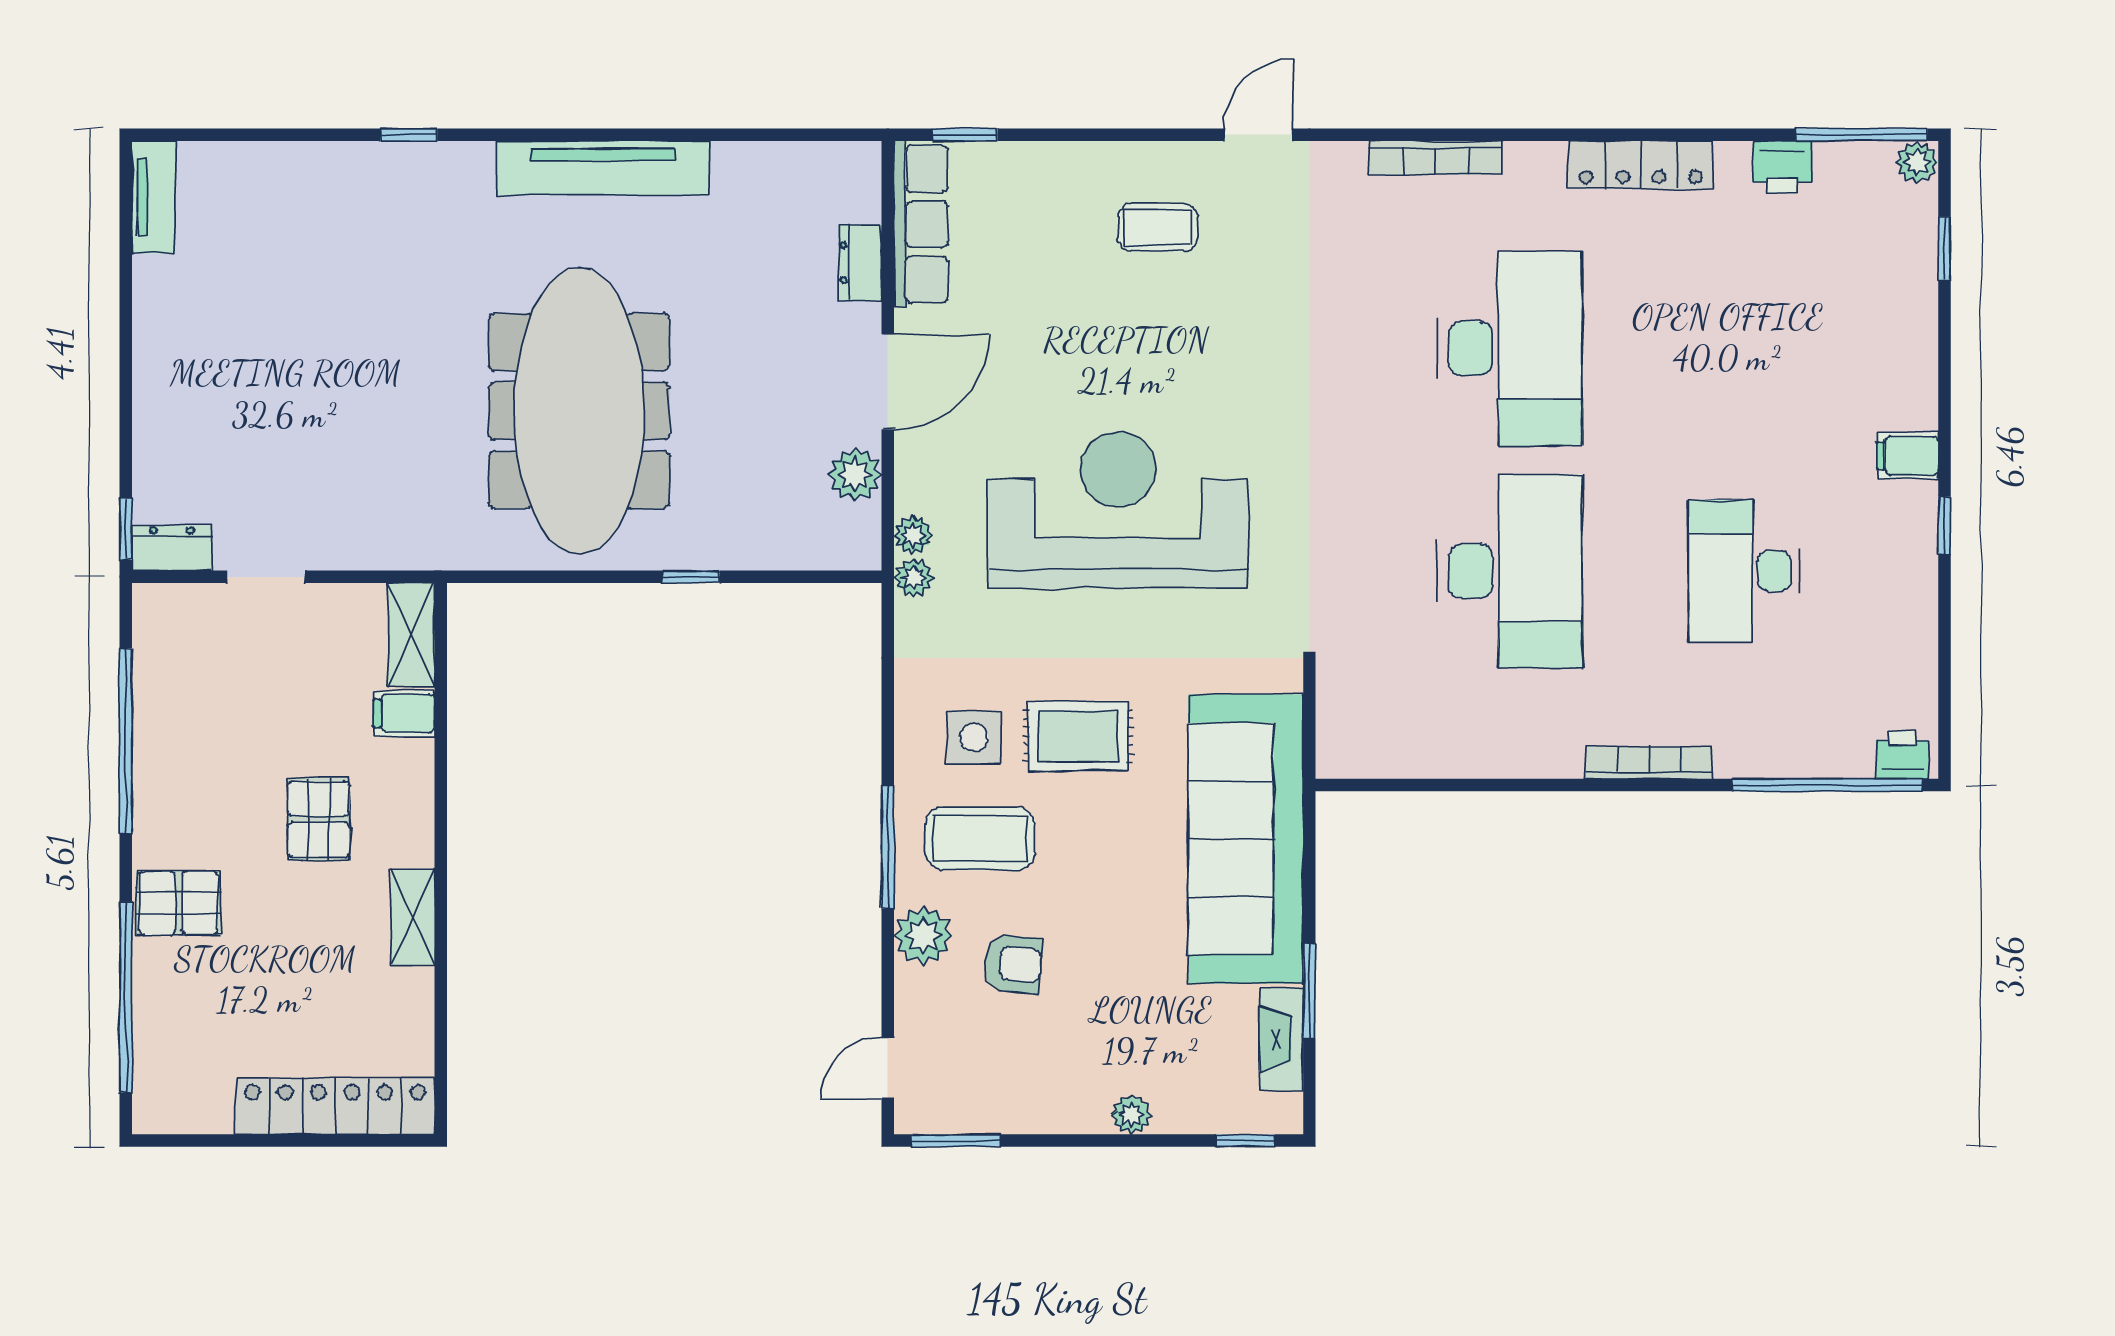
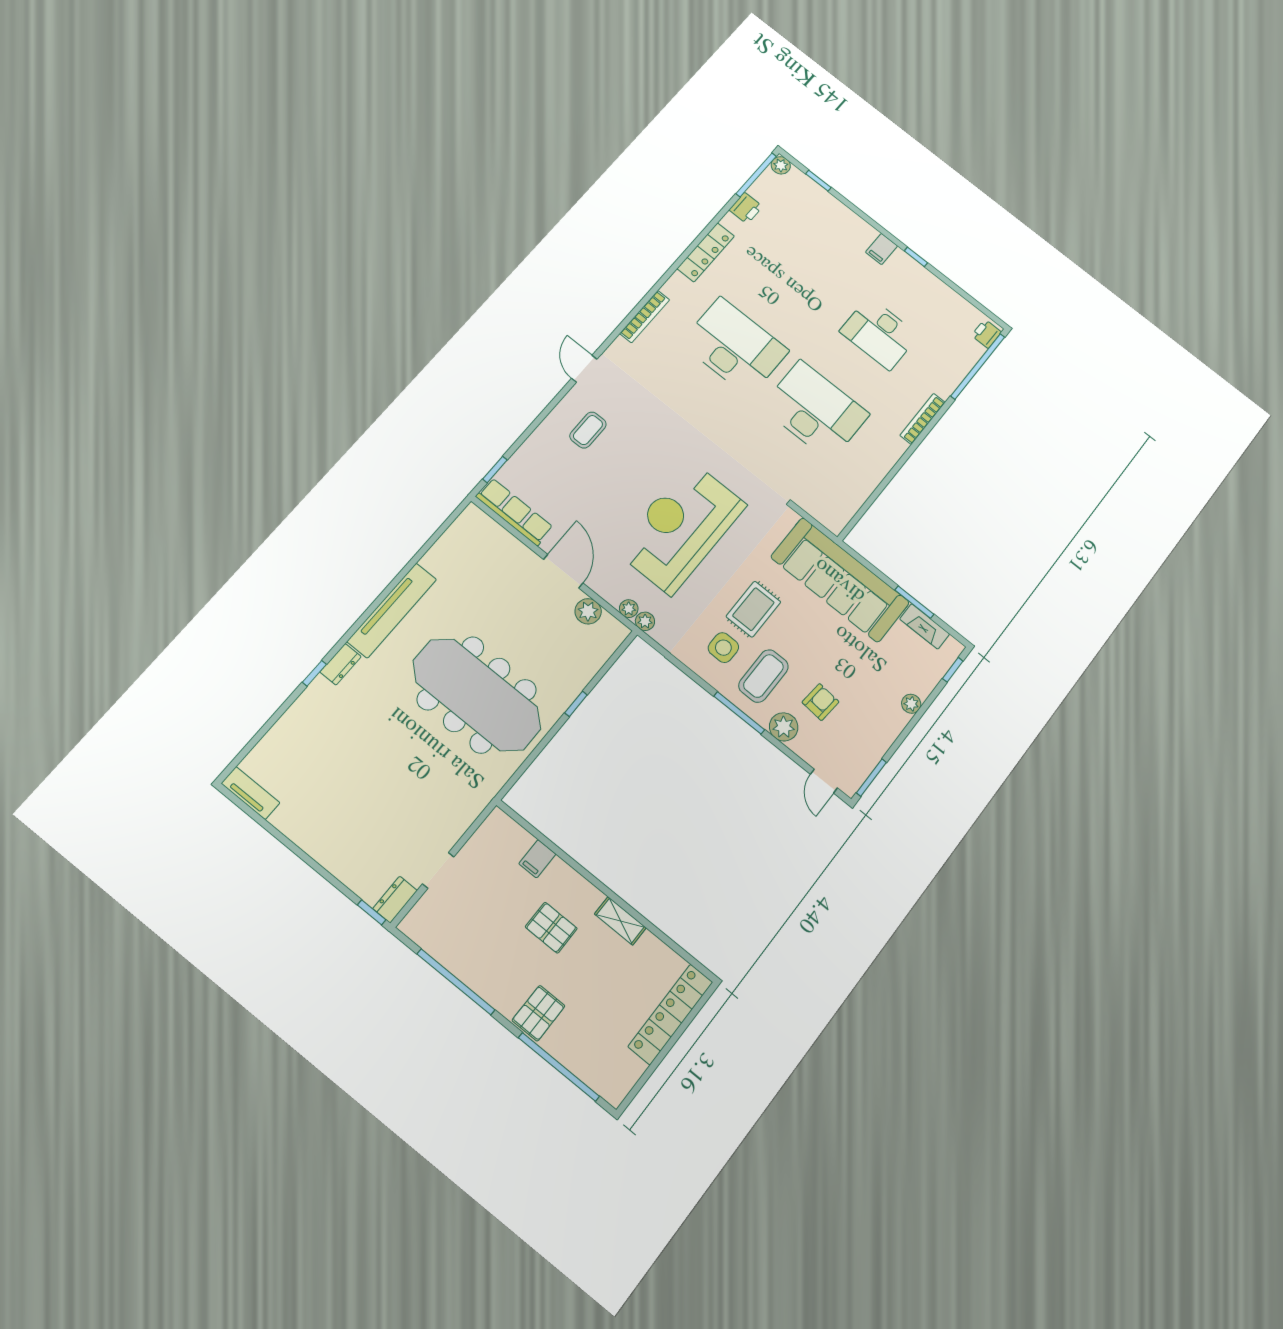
dresser: (860, 263) -> (340, 664), moved, turned -90
shelving: (411, 635) -> (509, 831), removed

